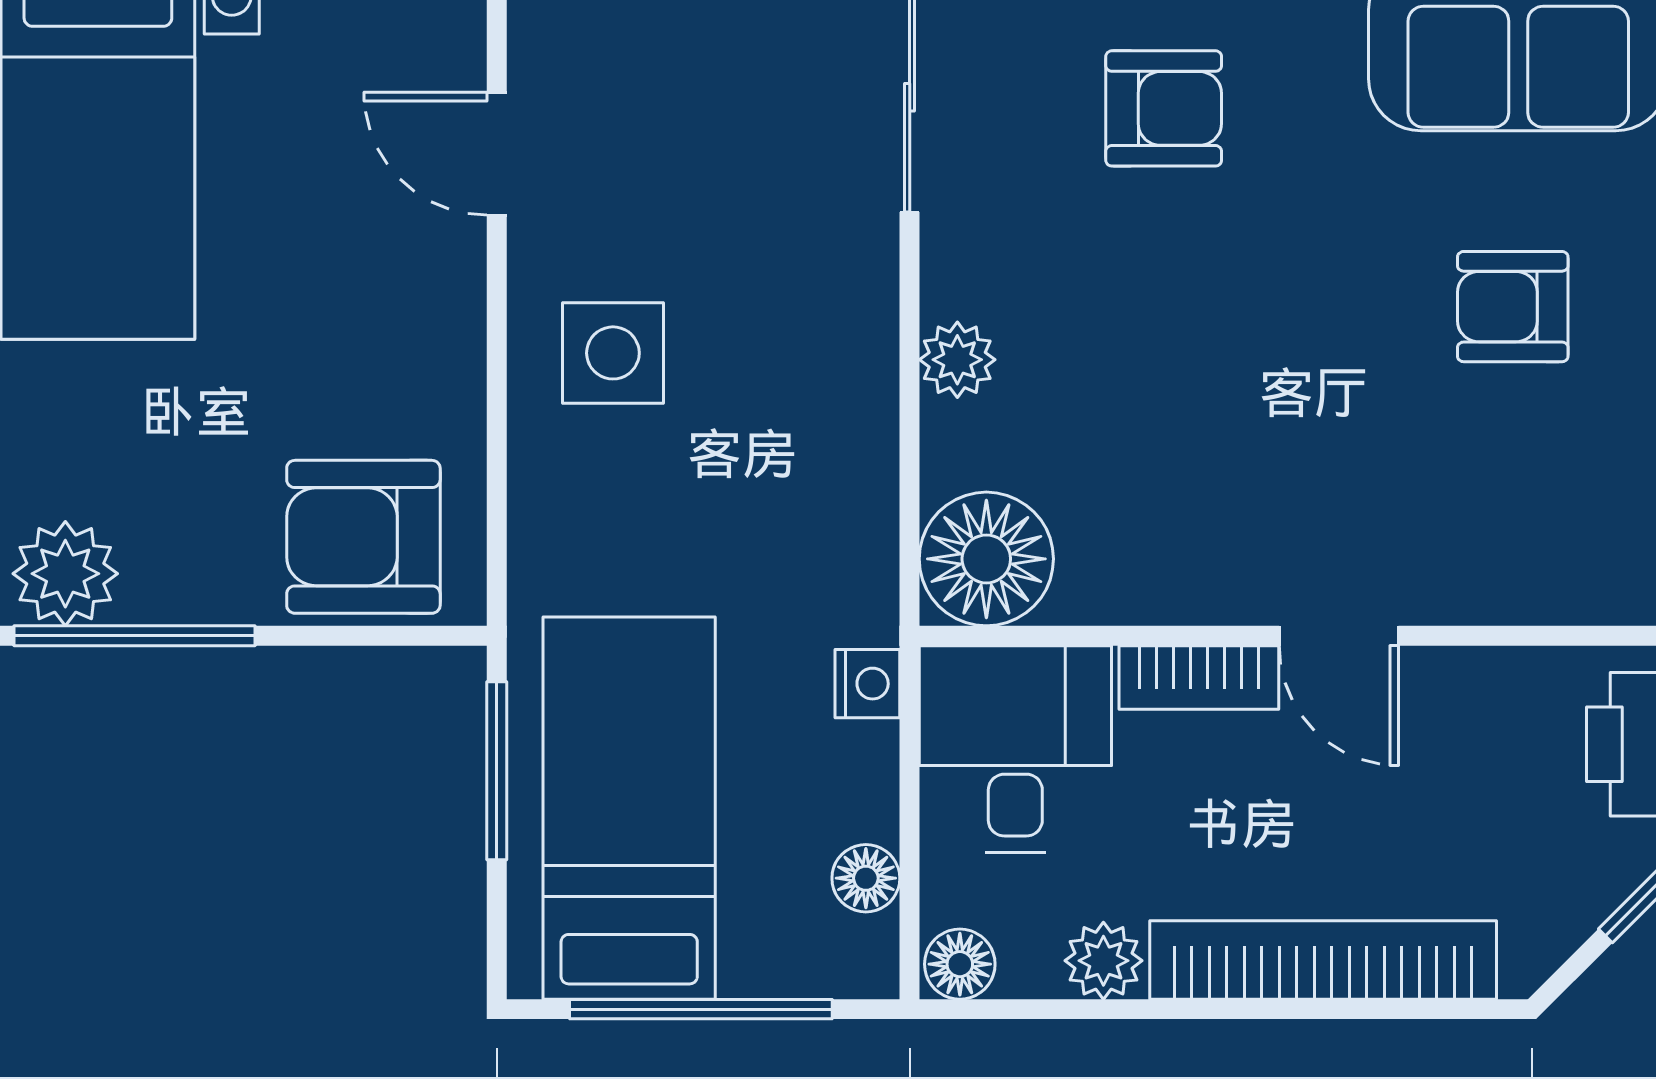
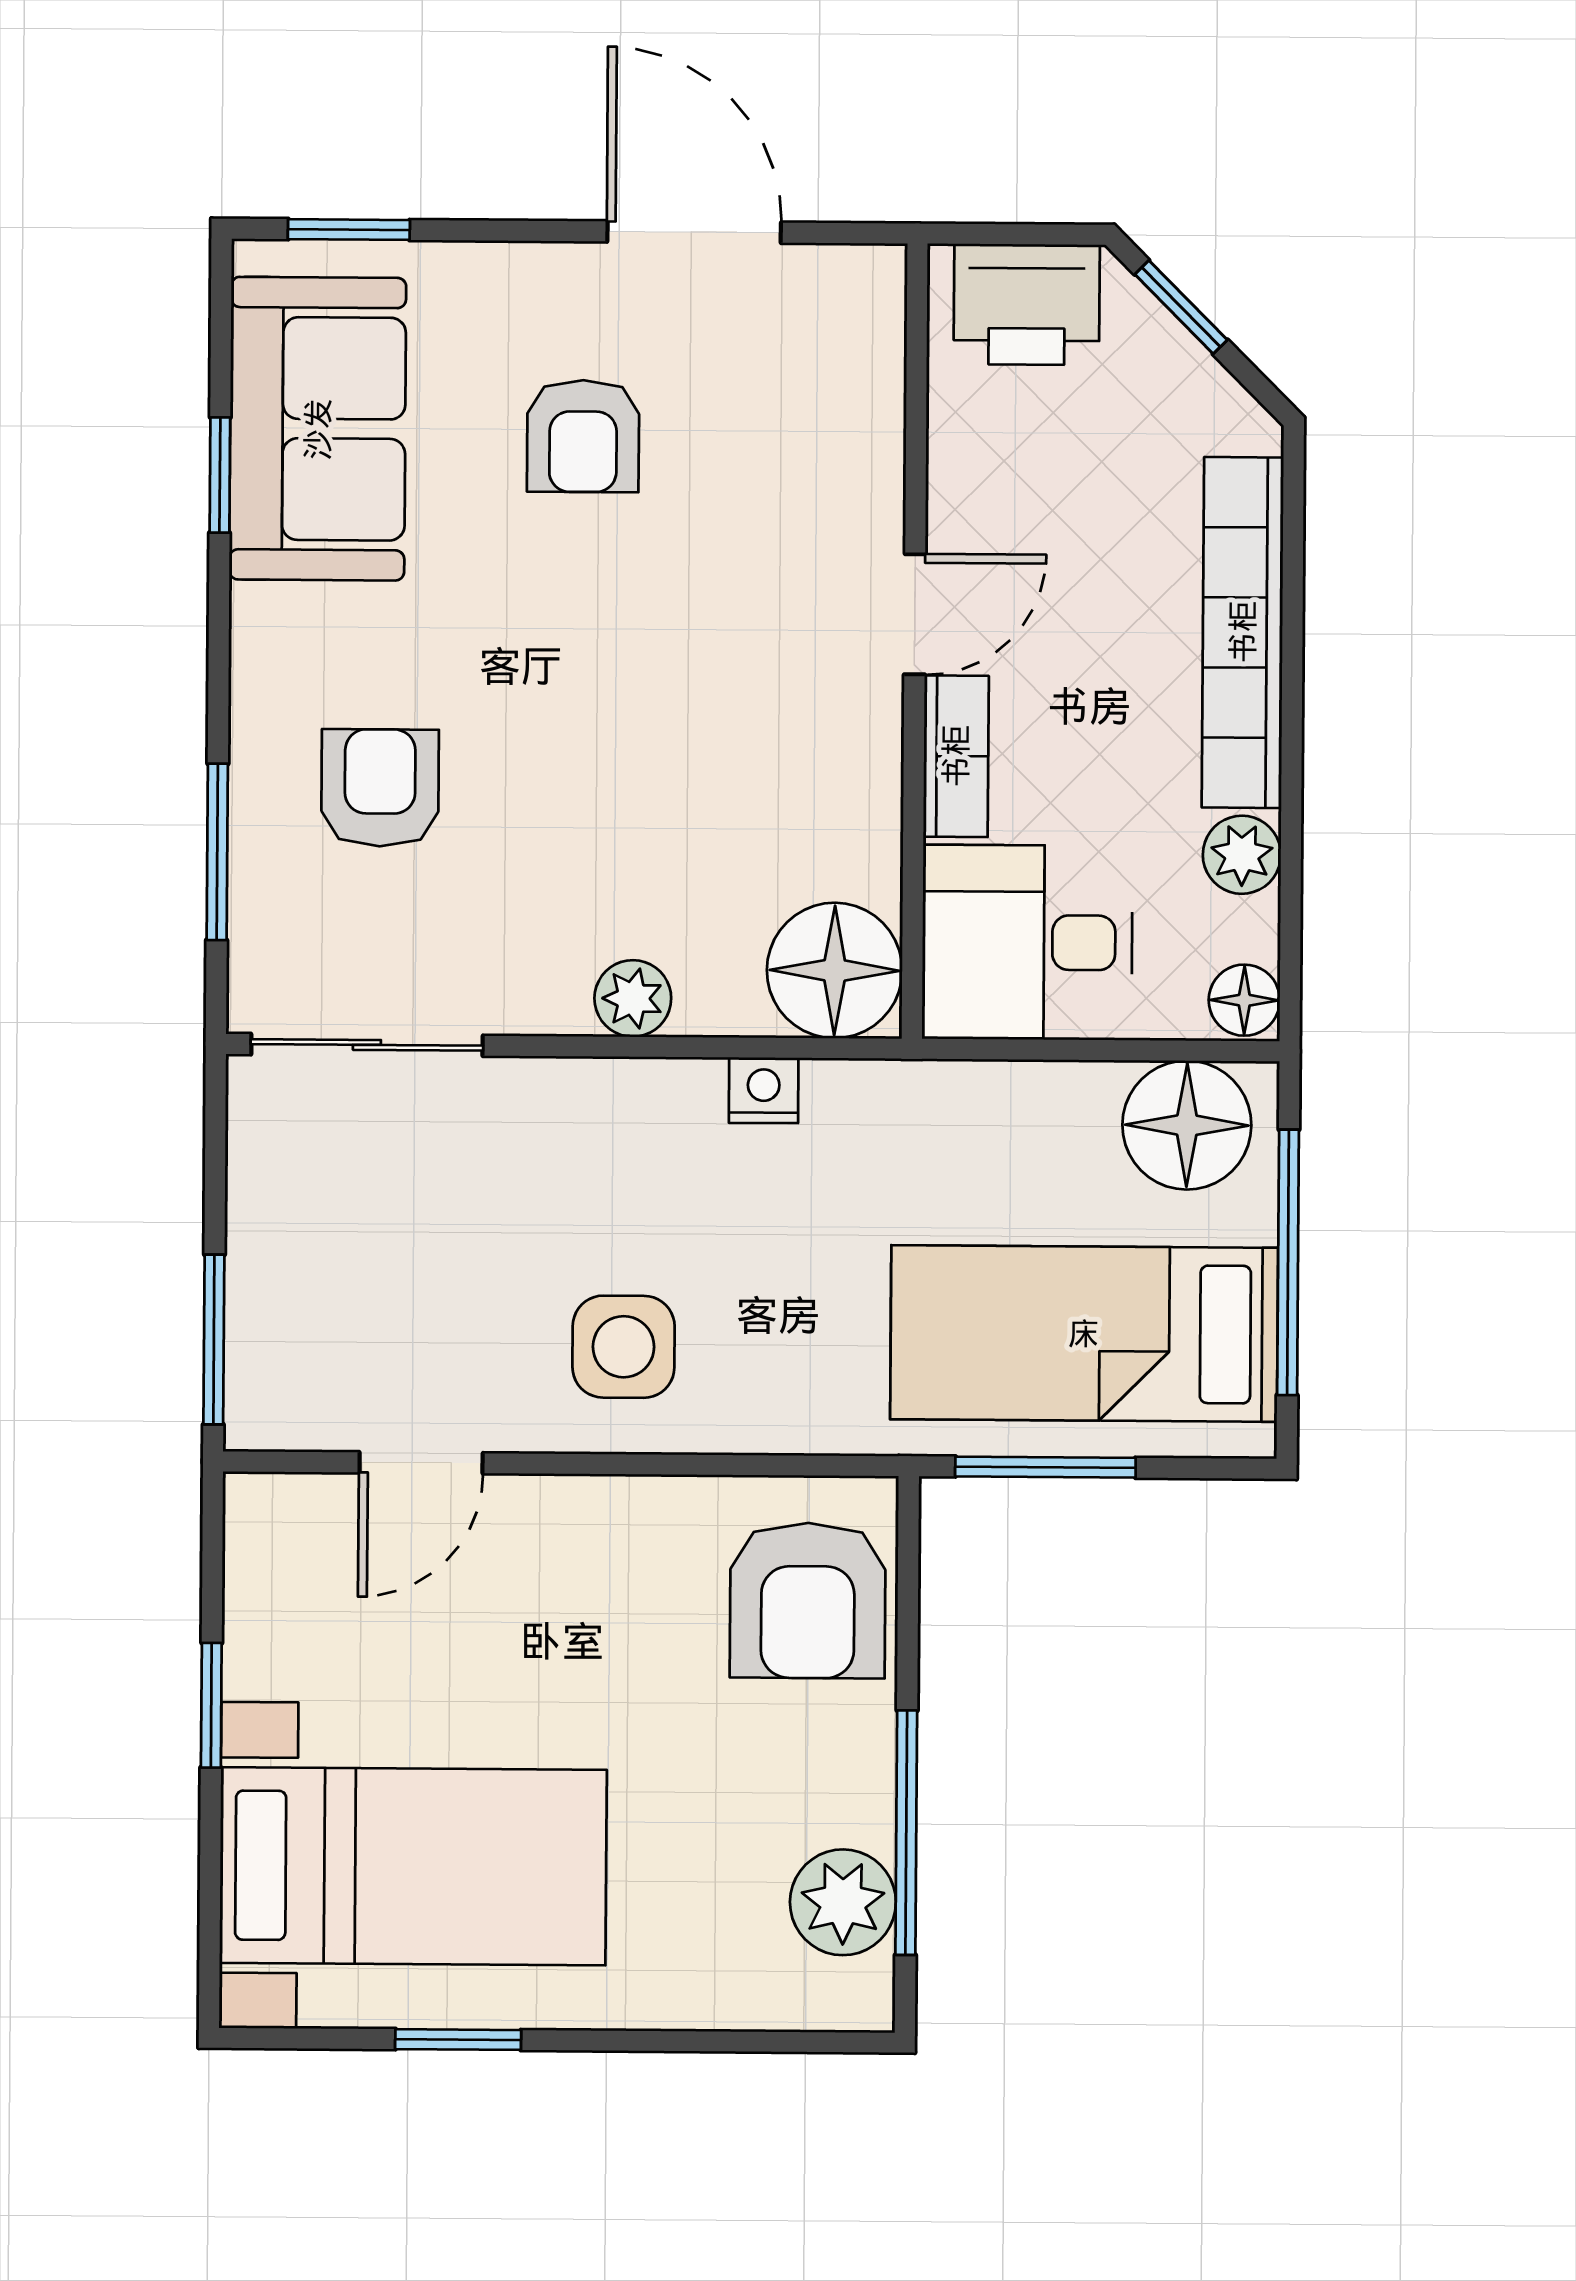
nightstand: (867, 684) -> (764, 1090), moved
floor lamp: (866, 878) -> (1187, 1125), width x1.89, depth x1.89

